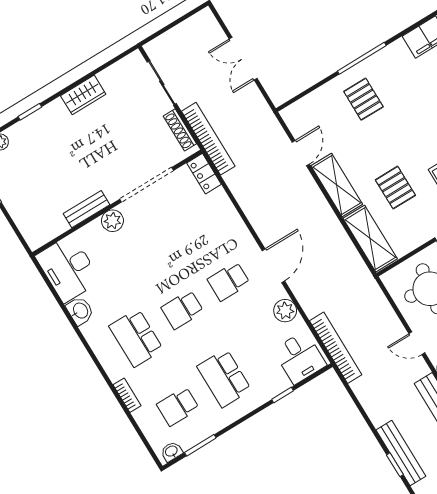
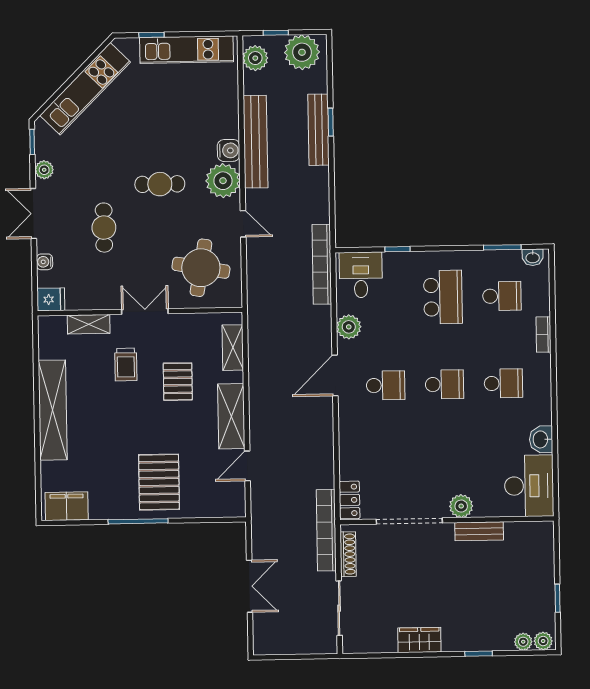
pallet: (363, 99) -> (159, 482), width x1.50, depth x1.42
shelving: (370, 239) -> (233, 348), width x0.67, depth x0.75
school desk: (136, 338) -> (503, 383), width x0.54

